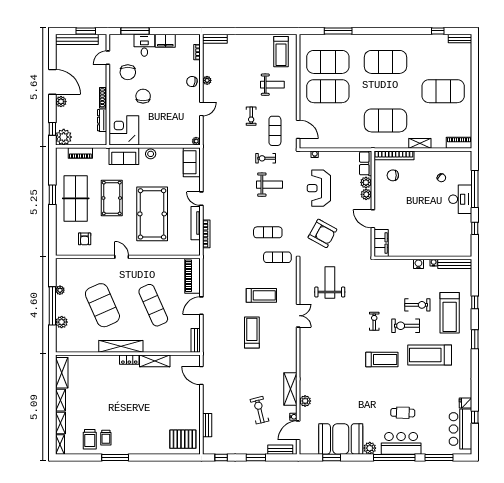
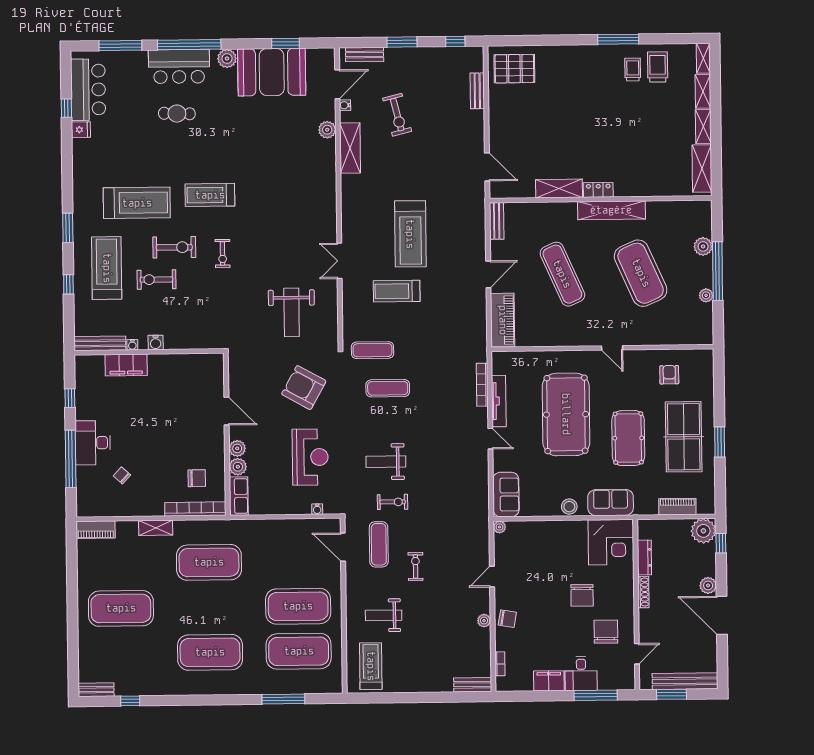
filing cabinet: (381, 243) -> (126, 365), moved, turned -90
treadmill: (252, 333) -> (410, 234), width x1.37, depth x1.38

